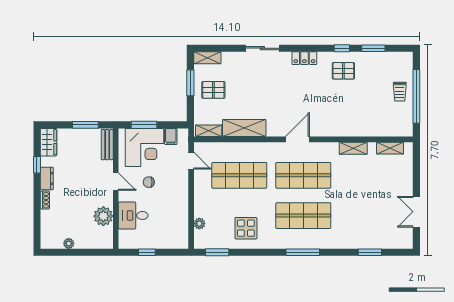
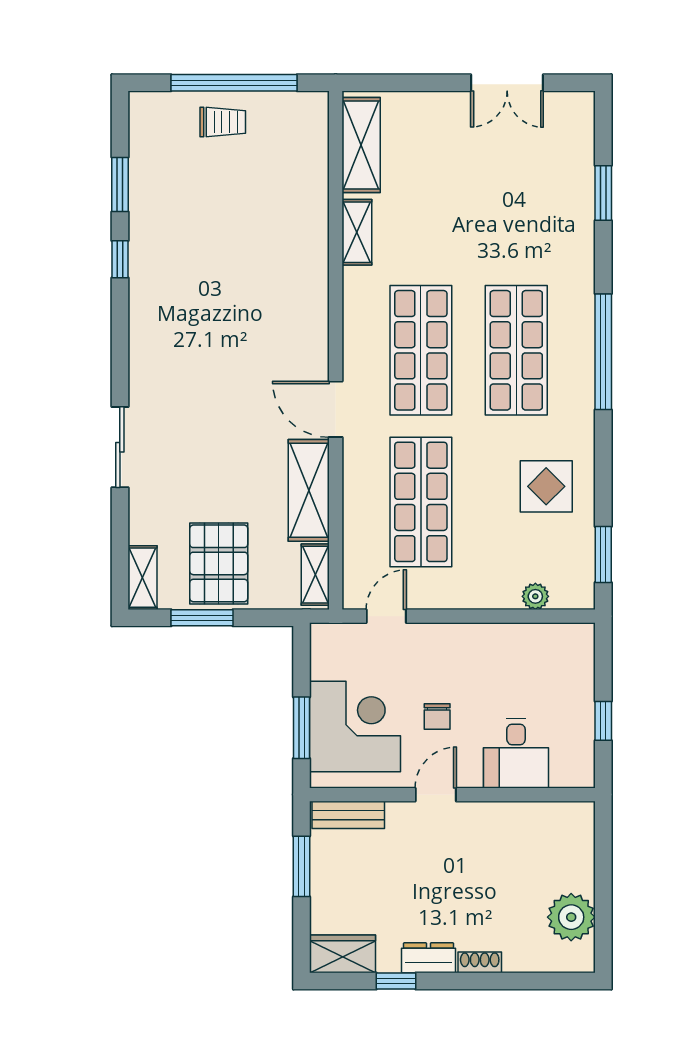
locker: (304, 58) -> (144, 348), removed
pallet: (343, 71) -> (173, 256), removed
pallet: (213, 90) -> (219, 563), width x1.50, depth x1.42
filing cabinet: (171, 136) -> (329, 664), removed
door: (297, 139) -> (336, 409), moved
shelving: (390, 148) -> (361, 145), width x1.50, depth x1.33
plant: (103, 216) -> (518, 824), removed
plant: (69, 243) -> (571, 917), width x1.88, depth x1.88
window: (303, 252) -> (603, 352), width x1.46

